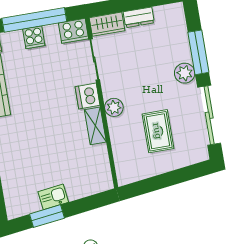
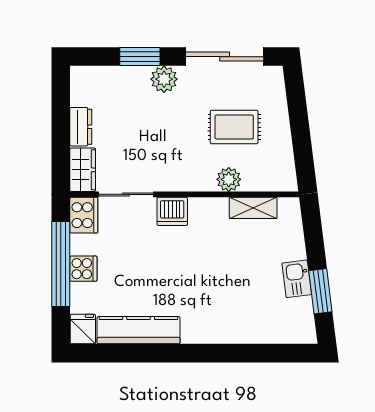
window: (198, 52) -> (140, 57), width x0.69
plant: (114, 107) -> (229, 179), moved
shelving: (95, 126) -> (253, 208), moved

